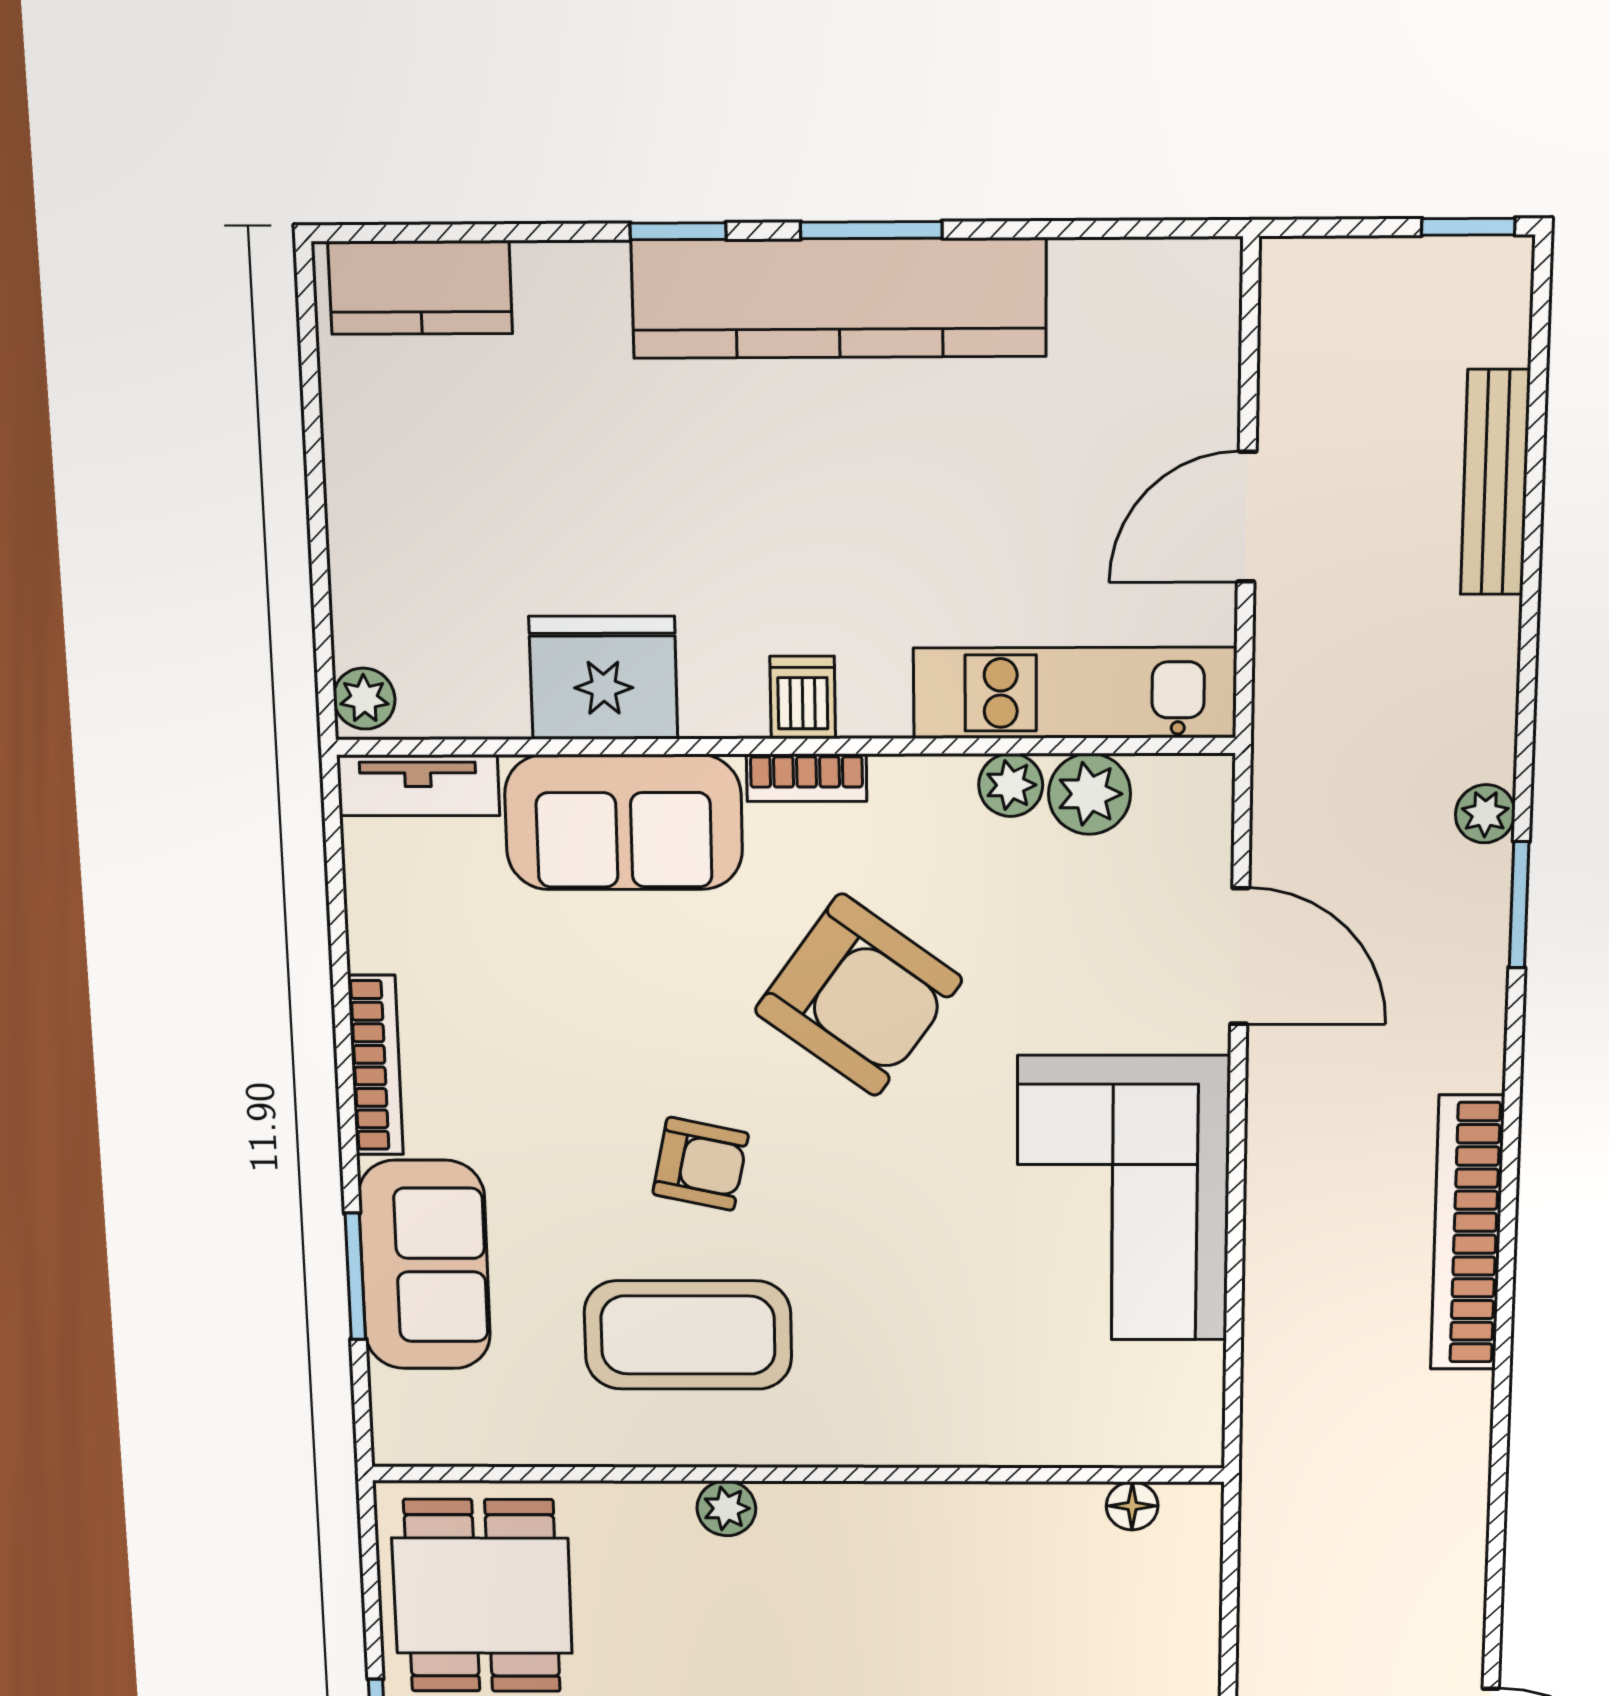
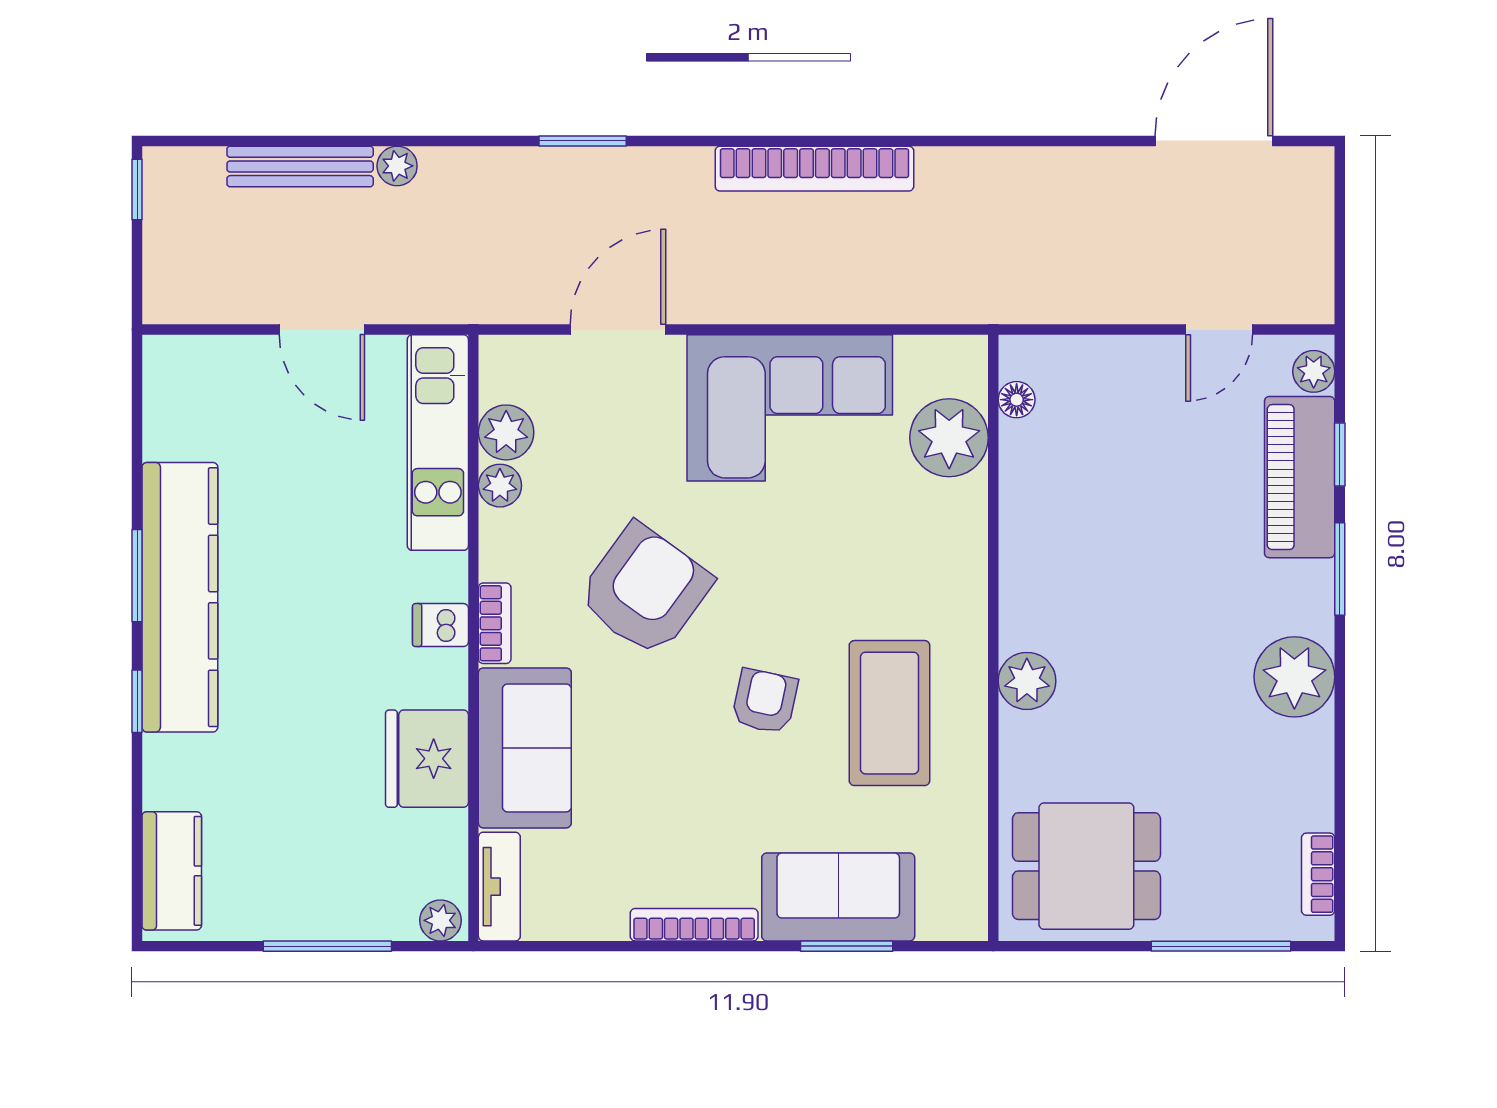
window: (318, 529) -> (327, 946), added
plant: (1485, 814) -> (397, 166), moved
plant: (1079, 1416) -> (949, 438), added
plant: (726, 1508) -> (1027, 681), width x1.38, depth x1.38

